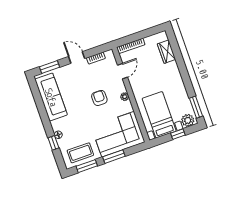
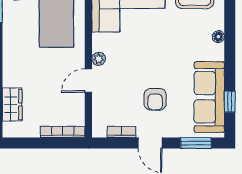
door: (123, 71) -> (88, 81), moved
armchair: (99, 98) -> (155, 99), moved
window: (53, 143) -> (230, 102), moved

